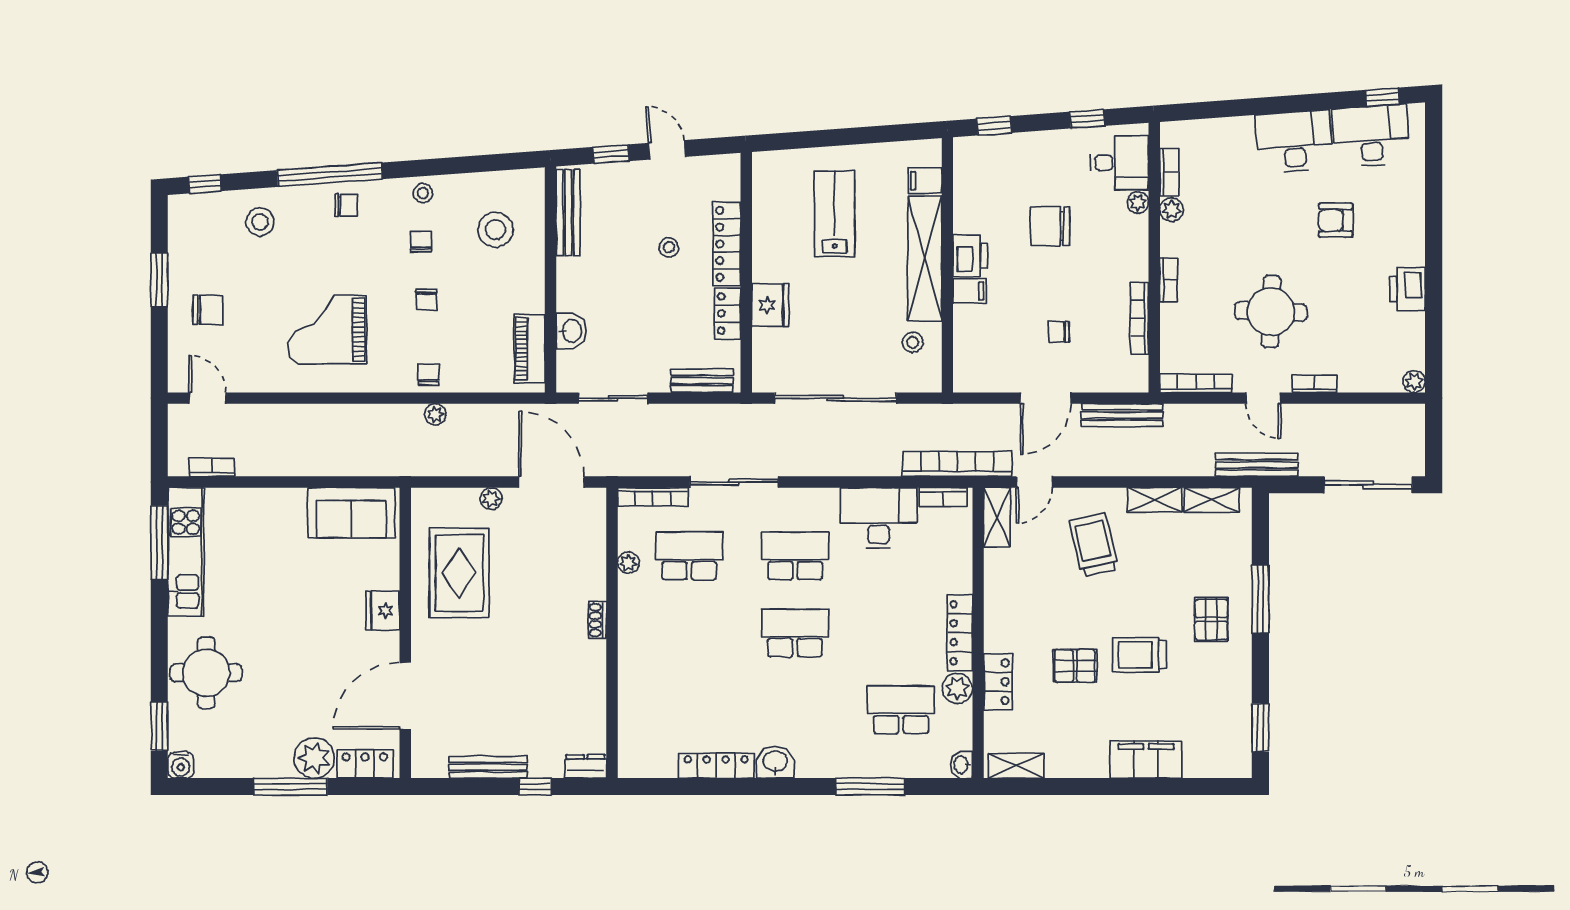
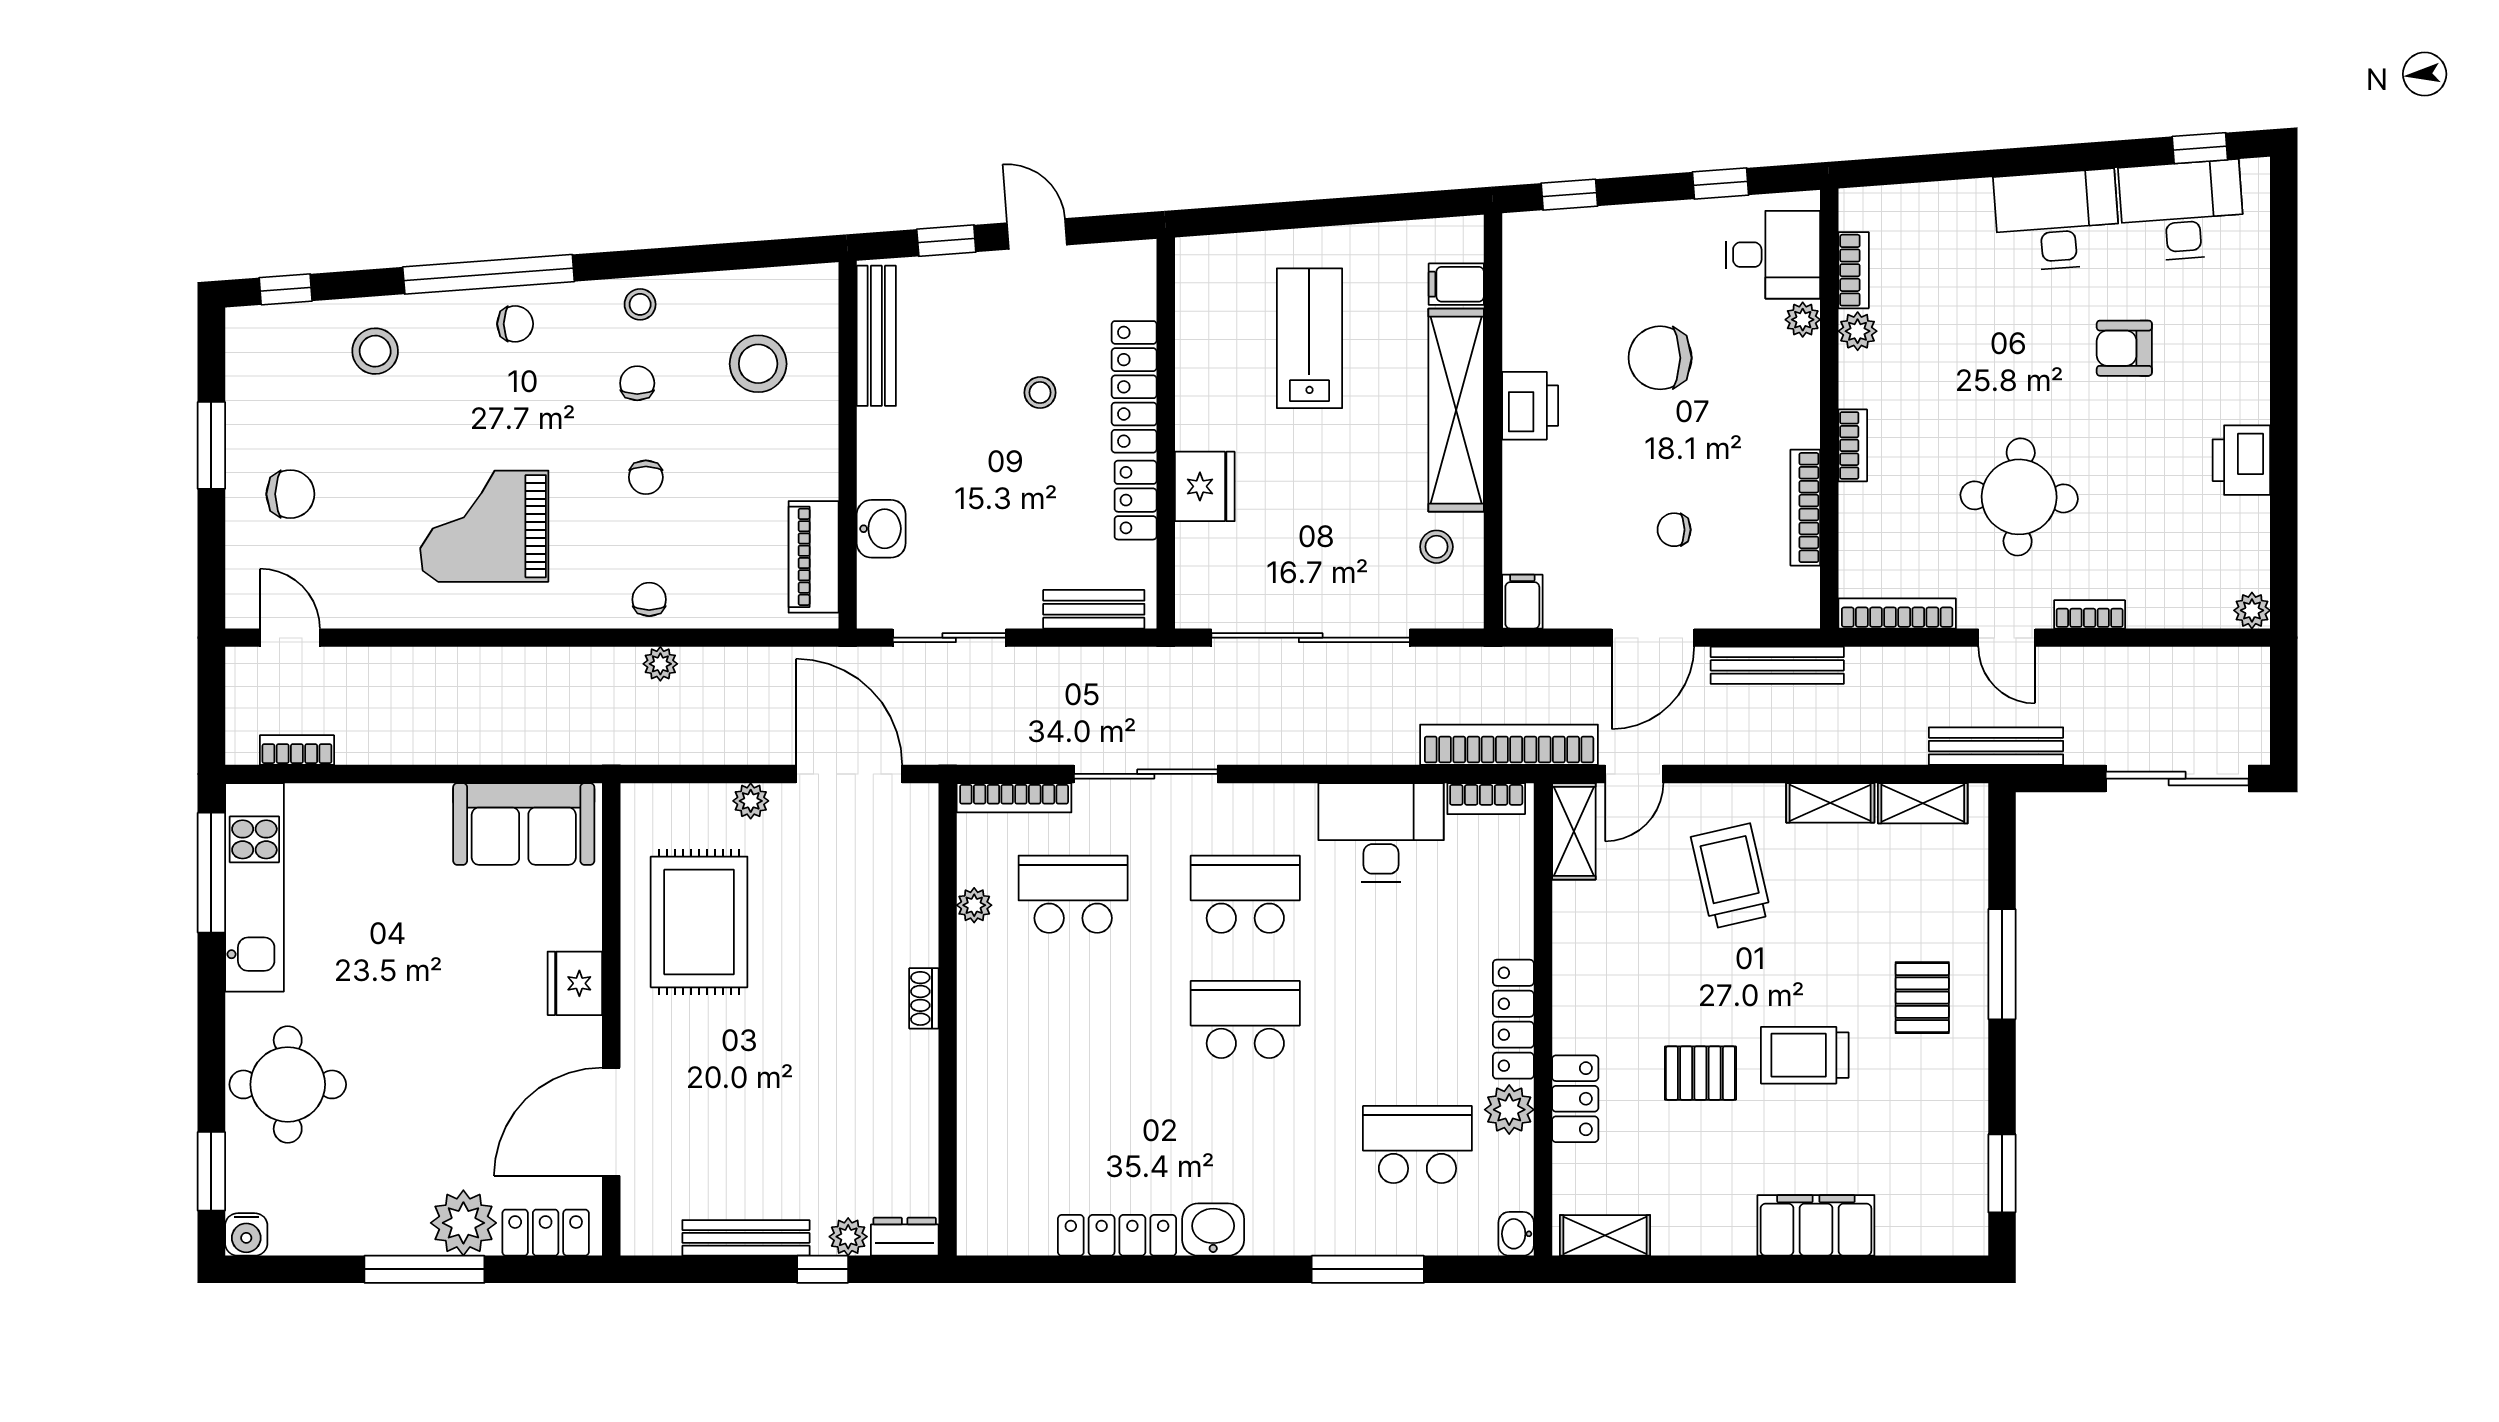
filing cabinet: (970, 291) -> (1522, 602), moved, turned -90
plant: (551, 767) -> (848, 1237), added

